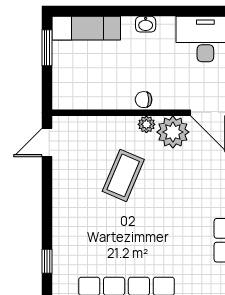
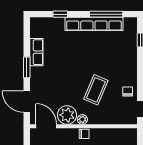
chair: (68, 172) -> (128, 92), added

